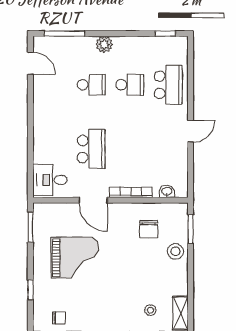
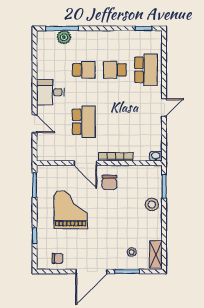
plant: (104, 44) -> (64, 37), moved
door: (30, 63) -> (35, 124), moved
school desk: (130, 85) -> (115, 70), turned 180
desk: (50, 180) -> (50, 92), moved
washbasin: (167, 192) -> (156, 156), moved
chair: (149, 229) -> (109, 182), moved
grand piano: (75, 258) -> (71, 210), turned -90

